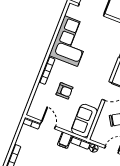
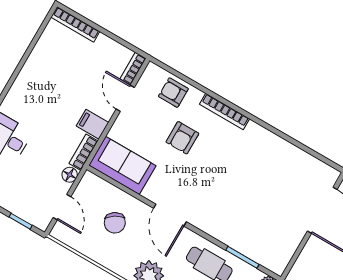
corner sofa: (71, 41) -> (271, 164), removed
armchair: (41, 100) -> (173, 93), added
door: (48, 125) -> (125, 98), swing flipped

